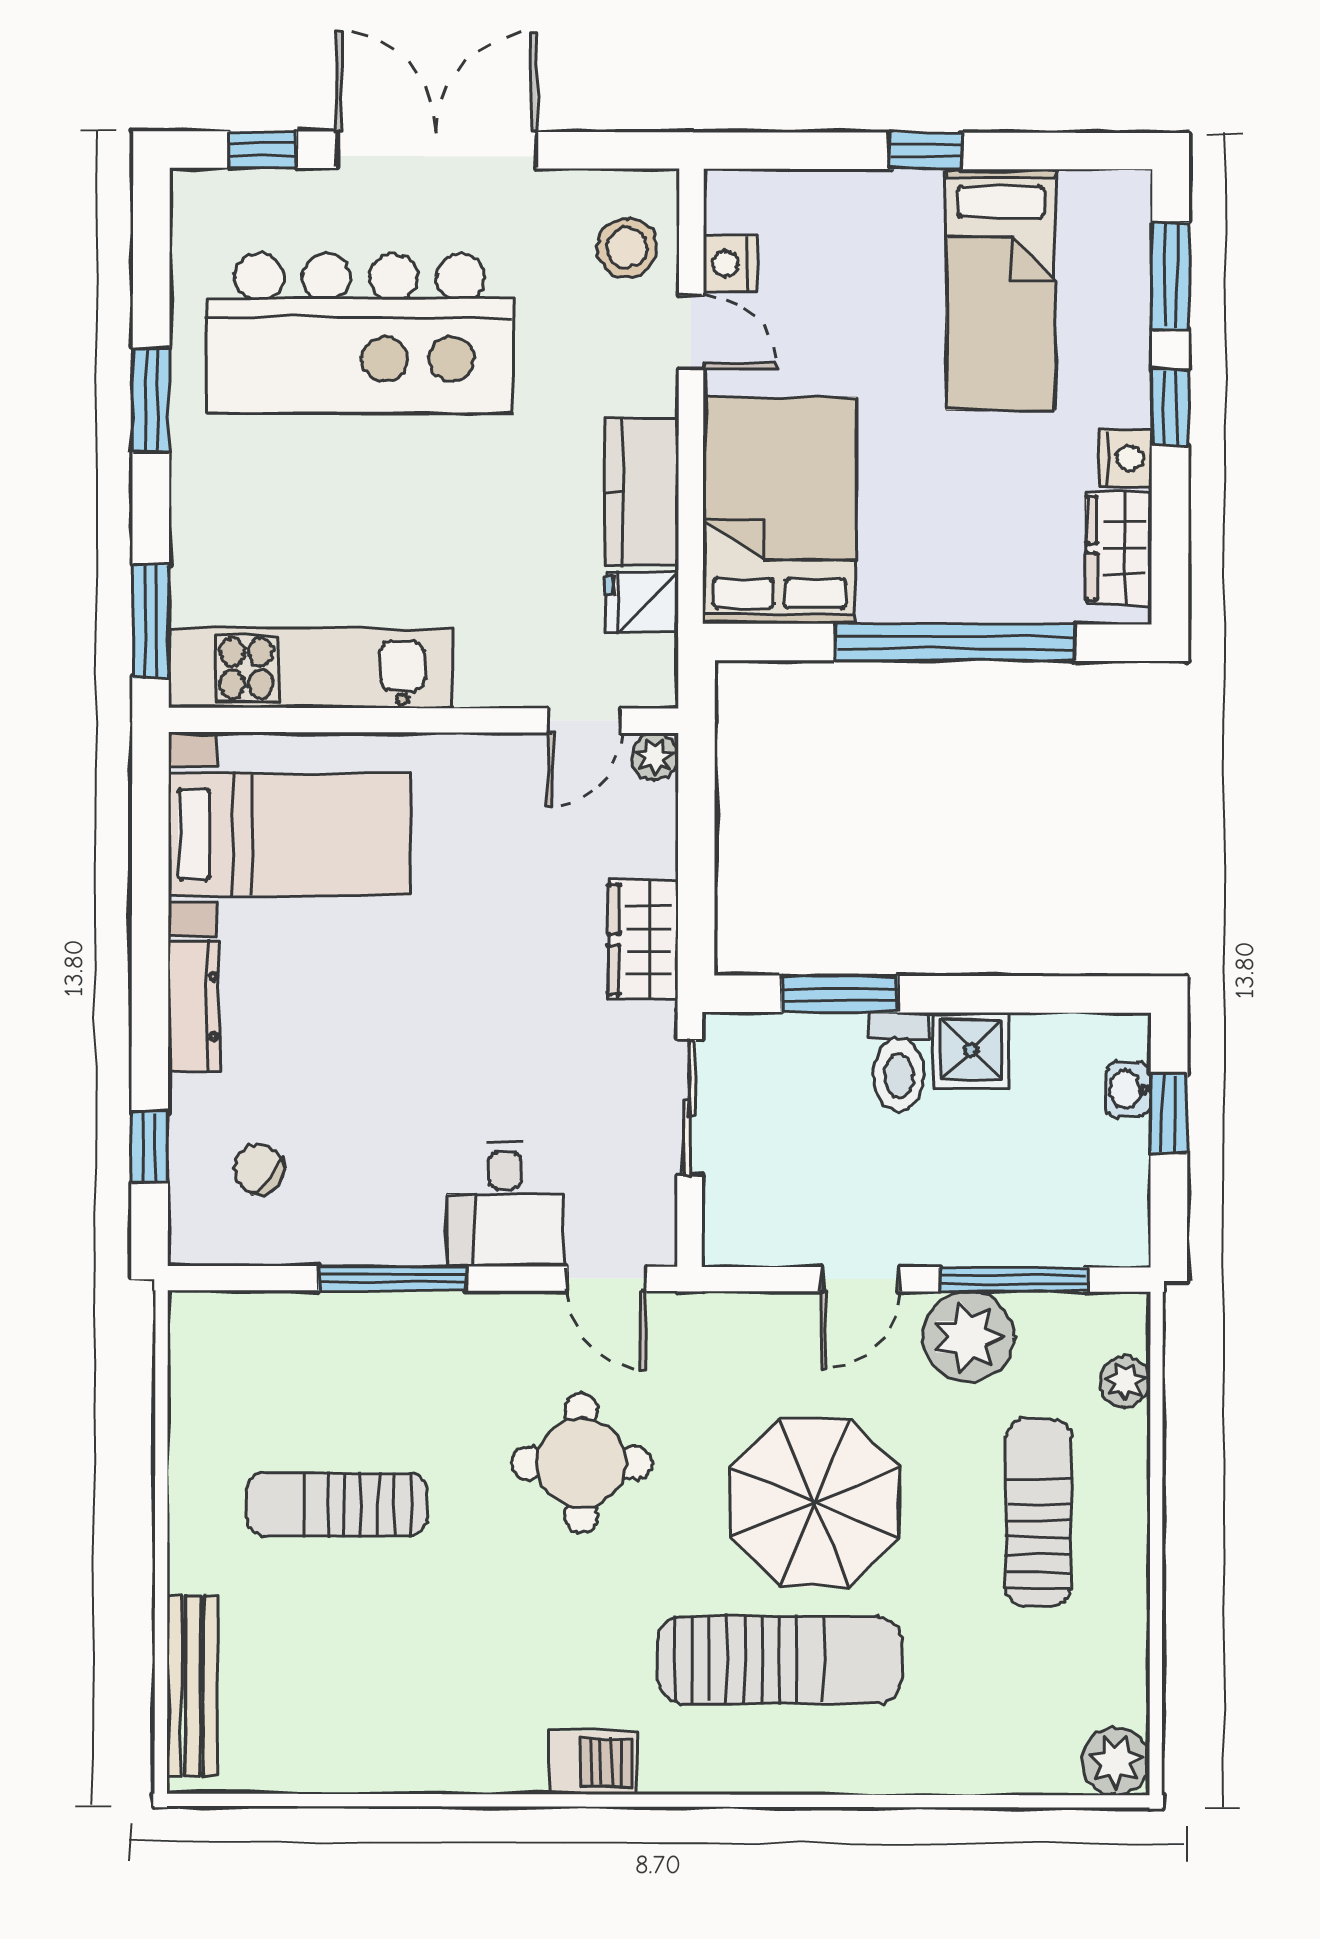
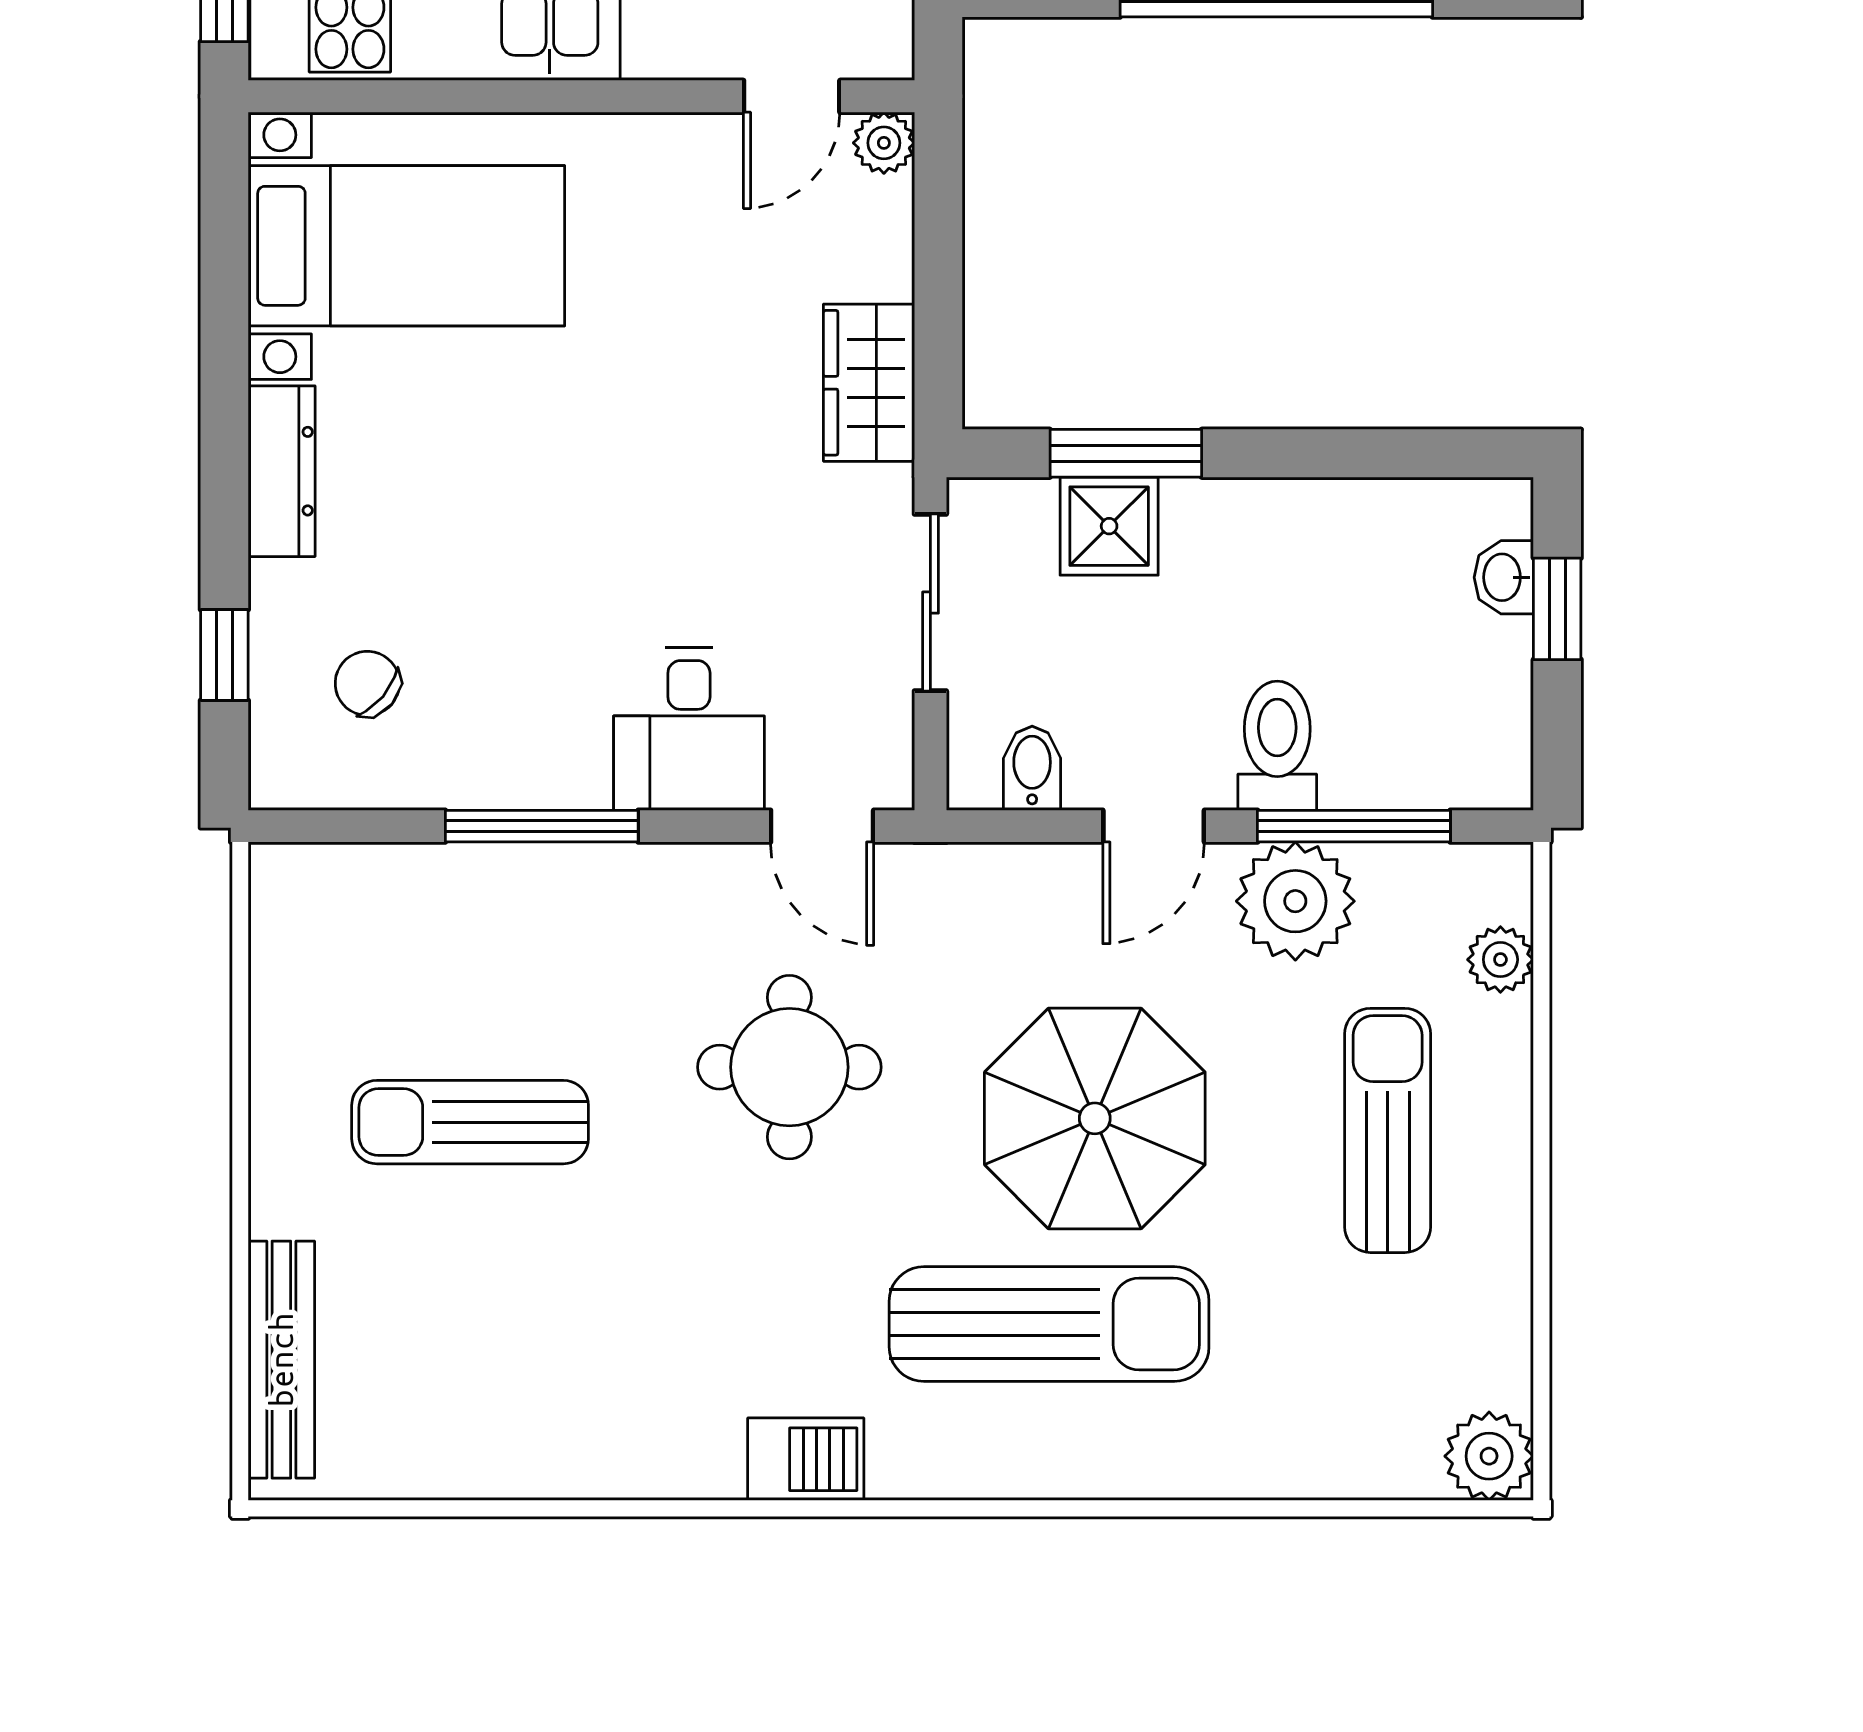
shower: (971, 1050) -> (1109, 526), moved
toilet: (899, 1062) -> (1277, 746), moved, turned 180
bidet: (767, 1235) -> (1032, 768), added

